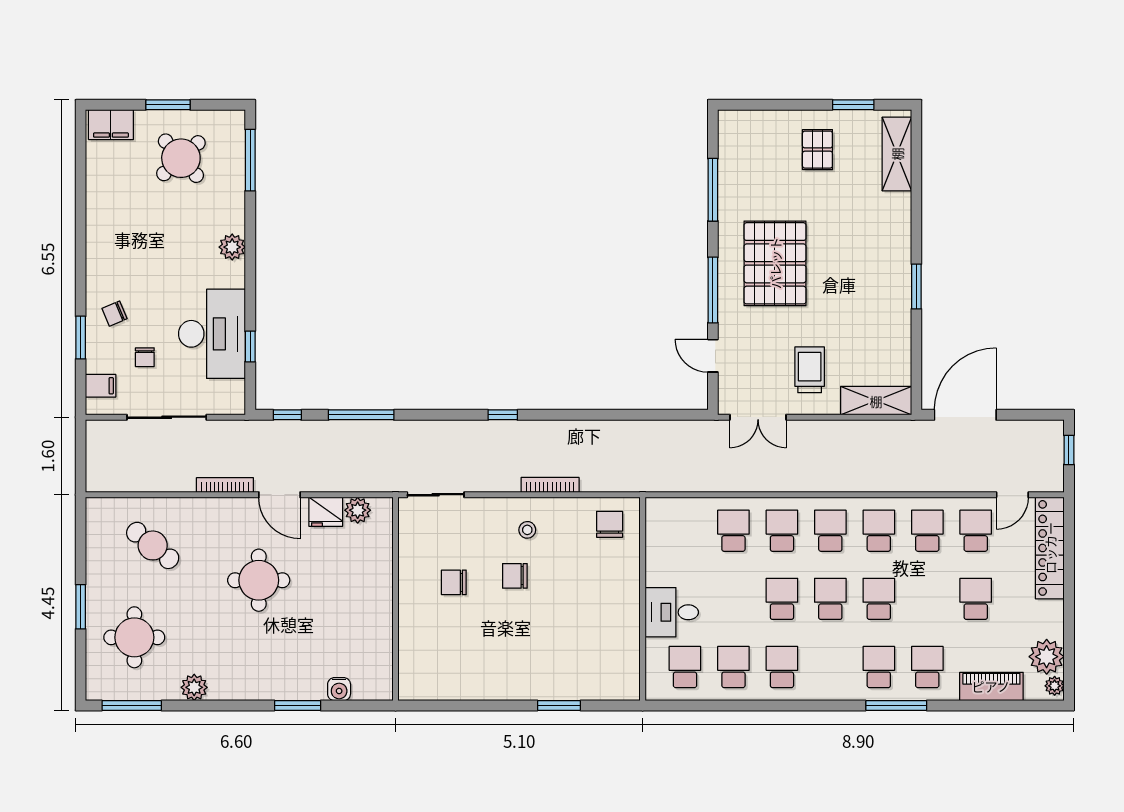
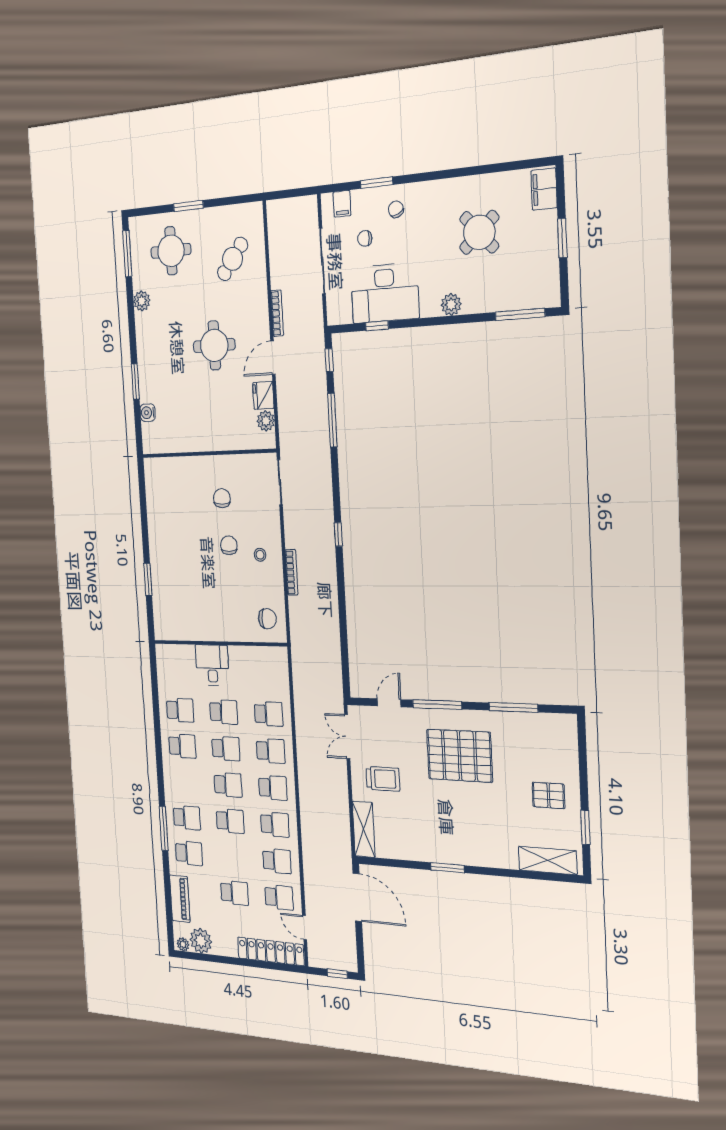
round table: (181, 158) -> (479, 232), moved
school desk: (685, 667) -> (224, 712), moved

